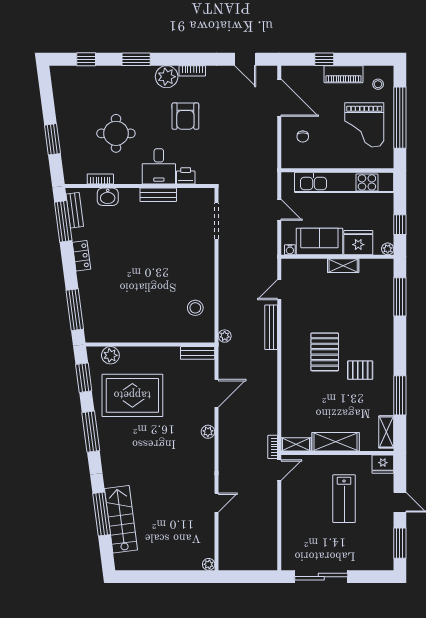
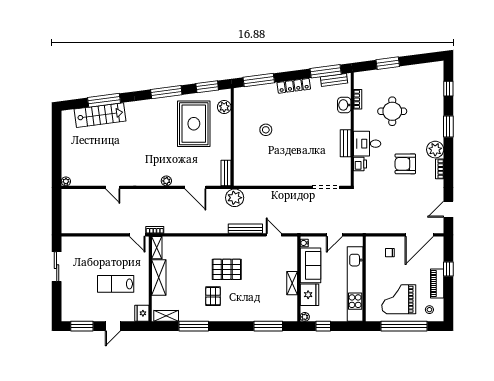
locker: (81, 256) -> (294, 86), width x1.53
stool: (195, 308) -> (266, 130), moved
plant: (225, 336) -> (235, 198), width x1.87, depth x1.87
sliding door: (321, 577) -> (57, 267), width x0.73

